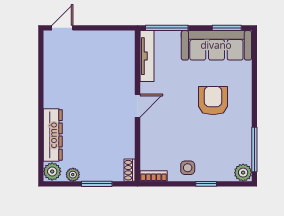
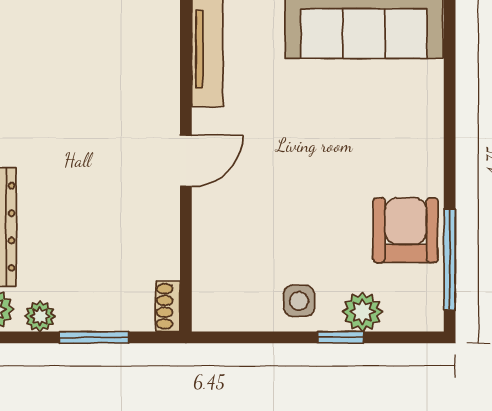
armchair: (213, 101) -> (406, 230), moved
plant: (243, 173) -> (362, 312), moved
bookcase: (154, 176) -> (222, 319), removed

